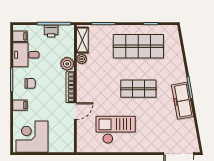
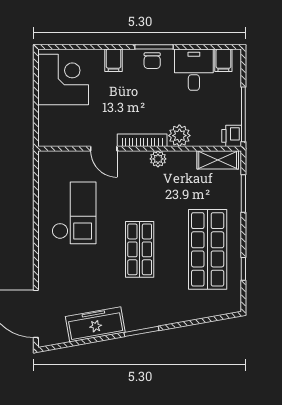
printer: (51, 31) -> (232, 136), moved
plant: (82, 59) -> (158, 159), moved
chair: (30, 83) -> (152, 61), moved
freezer: (183, 101) -> (95, 324), moved

